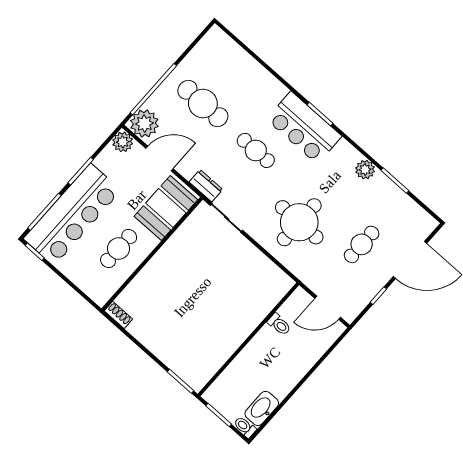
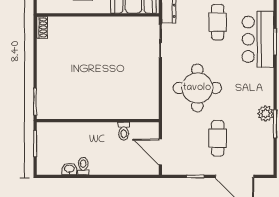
plant: (365, 170) -> (266, 113), moved
cafe table: (362, 244) -> (218, 138), turned 90
washbasin: (262, 408) -> (69, 169), width x0.52, depth x0.69
toilet: (245, 427) -> (83, 166), moved

